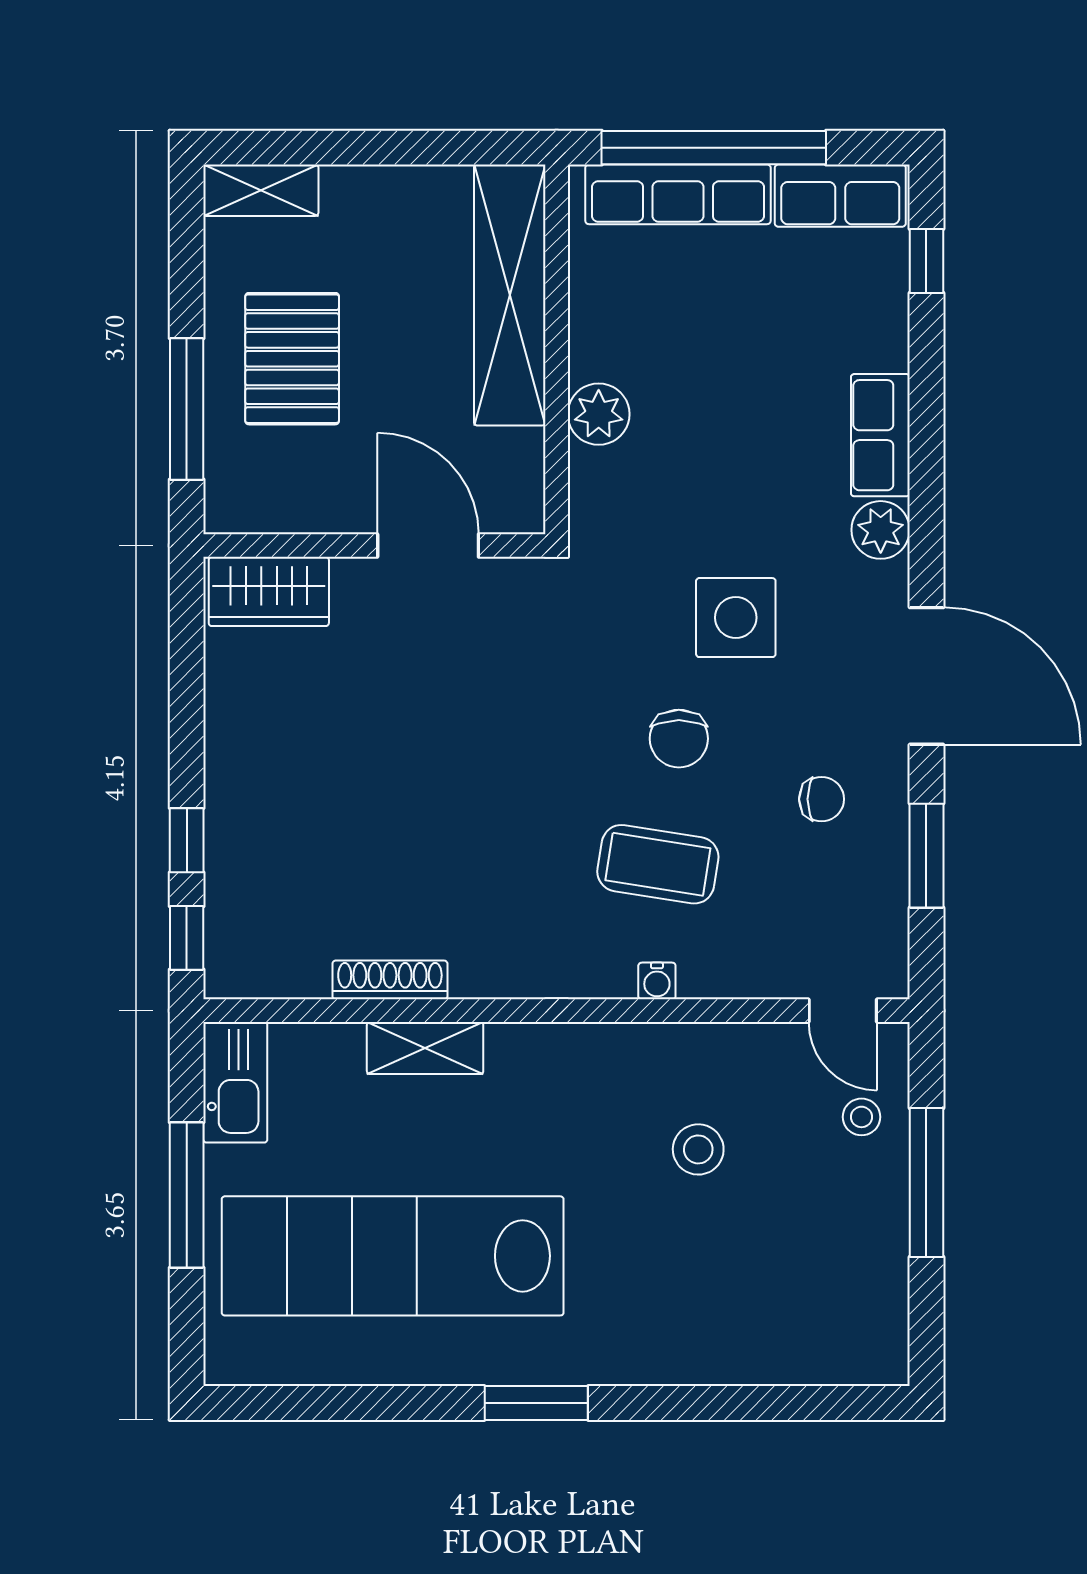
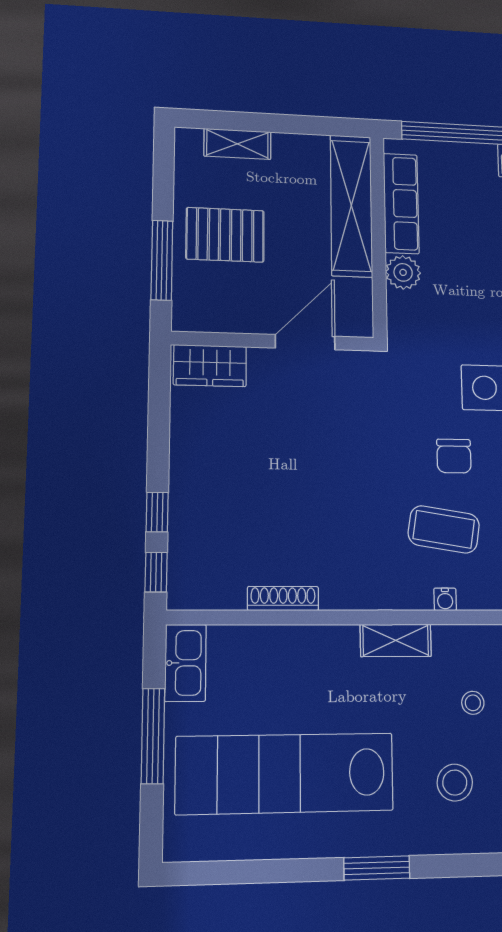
shelving: (261, 190) -> (237, 144), moved
row of seats: (678, 194) -> (401, 203), moved, turned -90
pallet: (292, 359) -> (225, 235), turned 90
door: (428, 545) -> (305, 342), hinge flipped
shelving: (425, 1048) -> (396, 640), moved
stool: (698, 1149) -> (473, 703), width x0.73, depth x0.73
stool: (665, 1275) -> (455, 783), added

